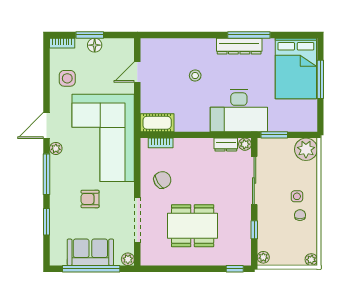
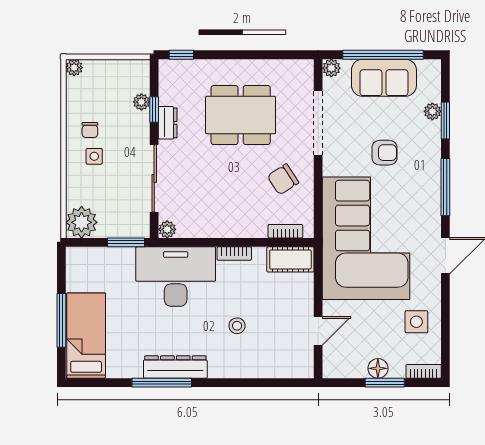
bed: (296, 68) -> (86, 336), width x0.67
bookcase: (197, 127) -> (234, 254), added
dresser: (226, 145) -> (168, 123), moved, turned 90
plant: (56, 148) -> (432, 111), moved
plant: (263, 257) -> (141, 102), moved

